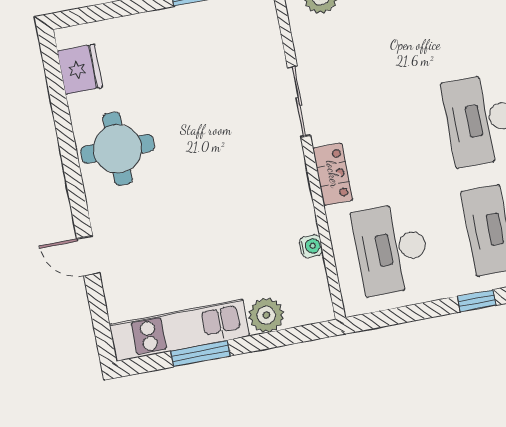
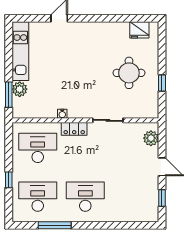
round table: (117, 149) -> (129, 73), moved
water cooler: (311, 246) -> (62, 114), moved
window: (201, 353) -> (9, 95), moved

